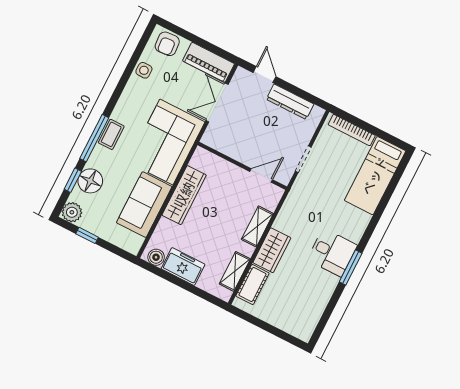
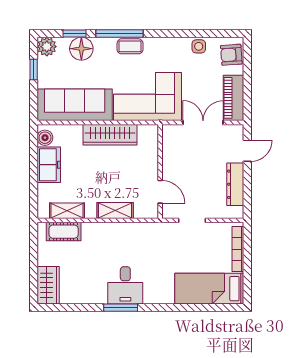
sofa: (144, 205) -> (75, 105), width x1.36
wardrobe: (272, 250) -> (48, 285), moved, turned -90

